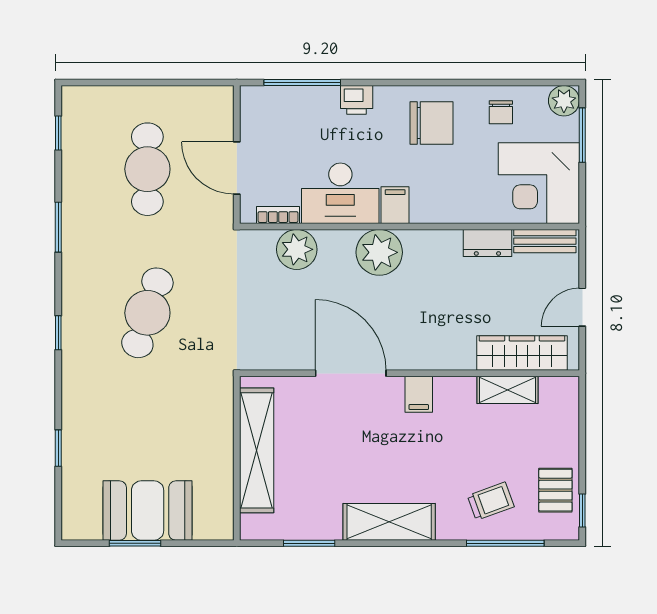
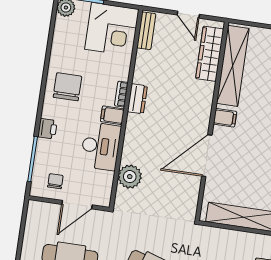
chair: (501, 112) -> (55, 181), moved, turned -90
bookcase: (278, 215) -> (121, 94), moved
dresser: (487, 243) -> (137, 99), moved
plant: (379, 252) -> (139, 129), removed
shelving: (507, 390) -> (233, 66), width x2.20, depth x1.33

